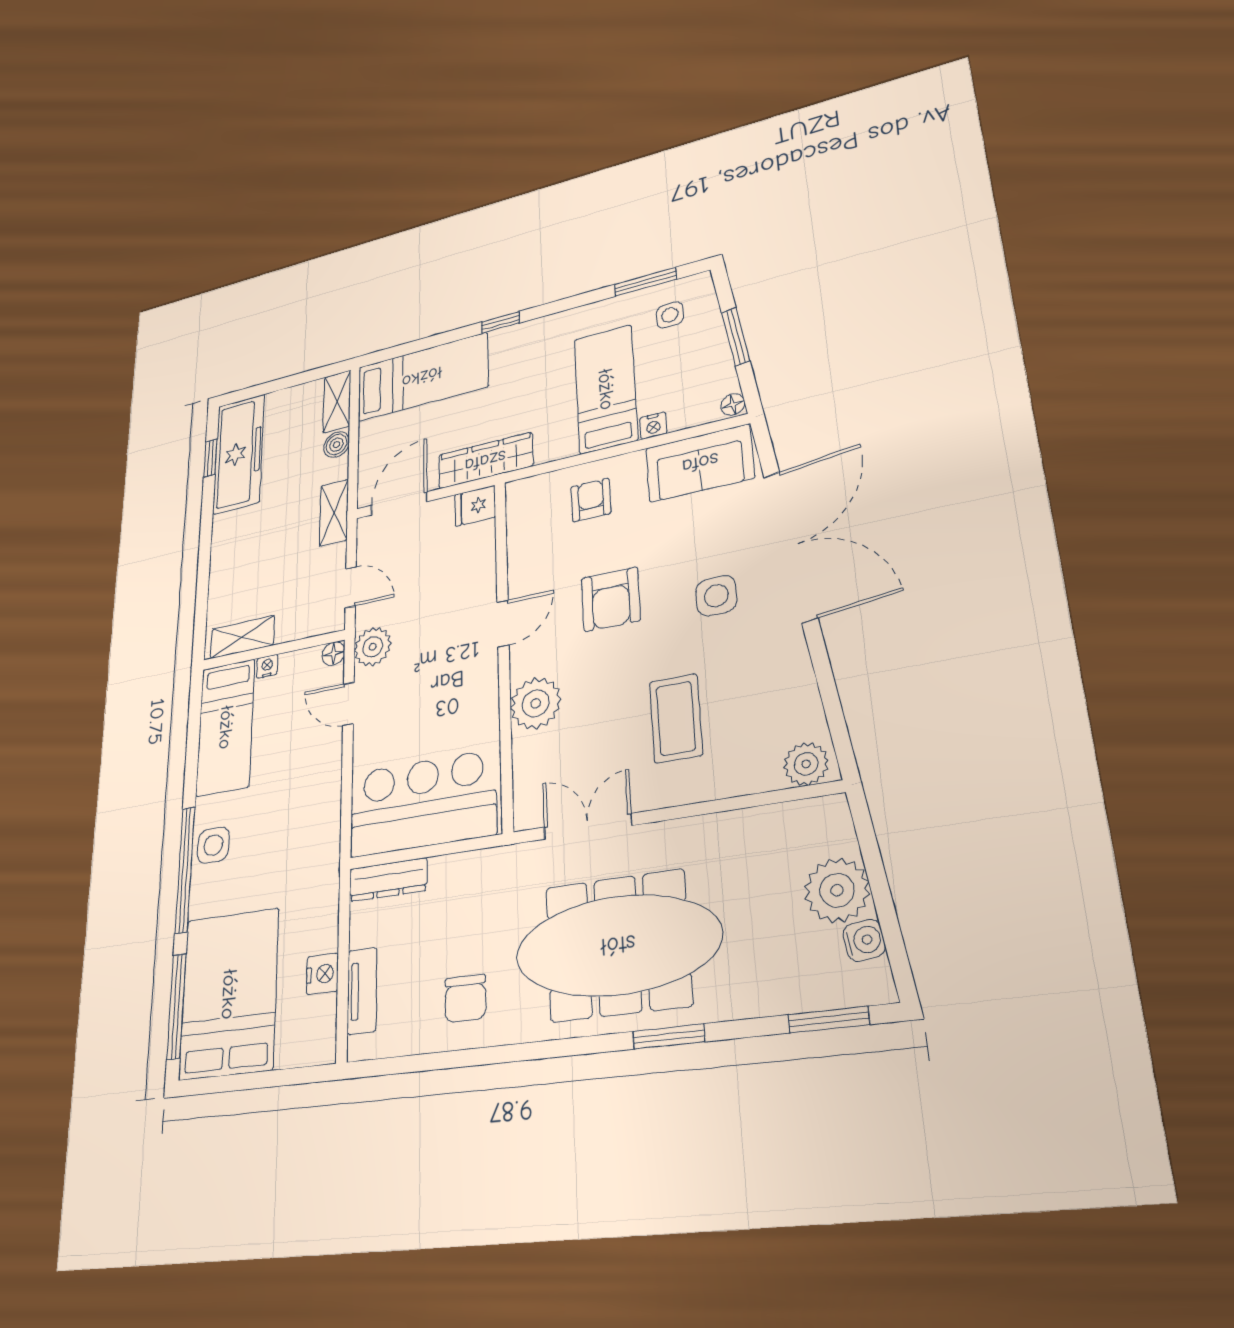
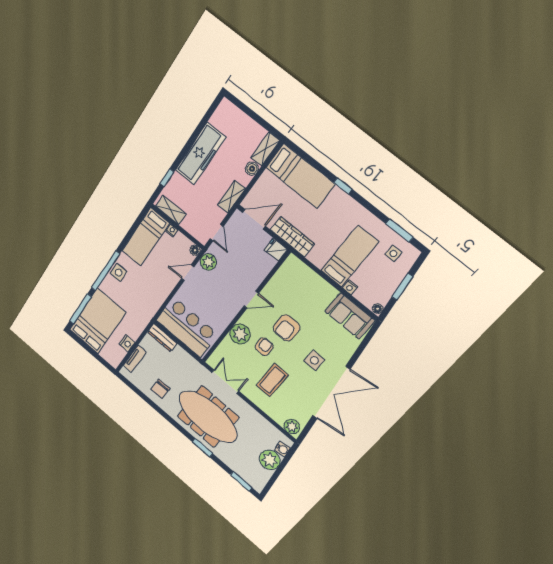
freezer: (239, 454) -> (200, 154), moved
window: (210, 458) -> (167, 178), moved
armchair: (591, 500) -> (264, 347), moved
double door: (790, 546) -> (331, 393), moved
door: (348, 704) -> (188, 273), hinge flipped
water cooler: (864, 940) -> (282, 449), moved

